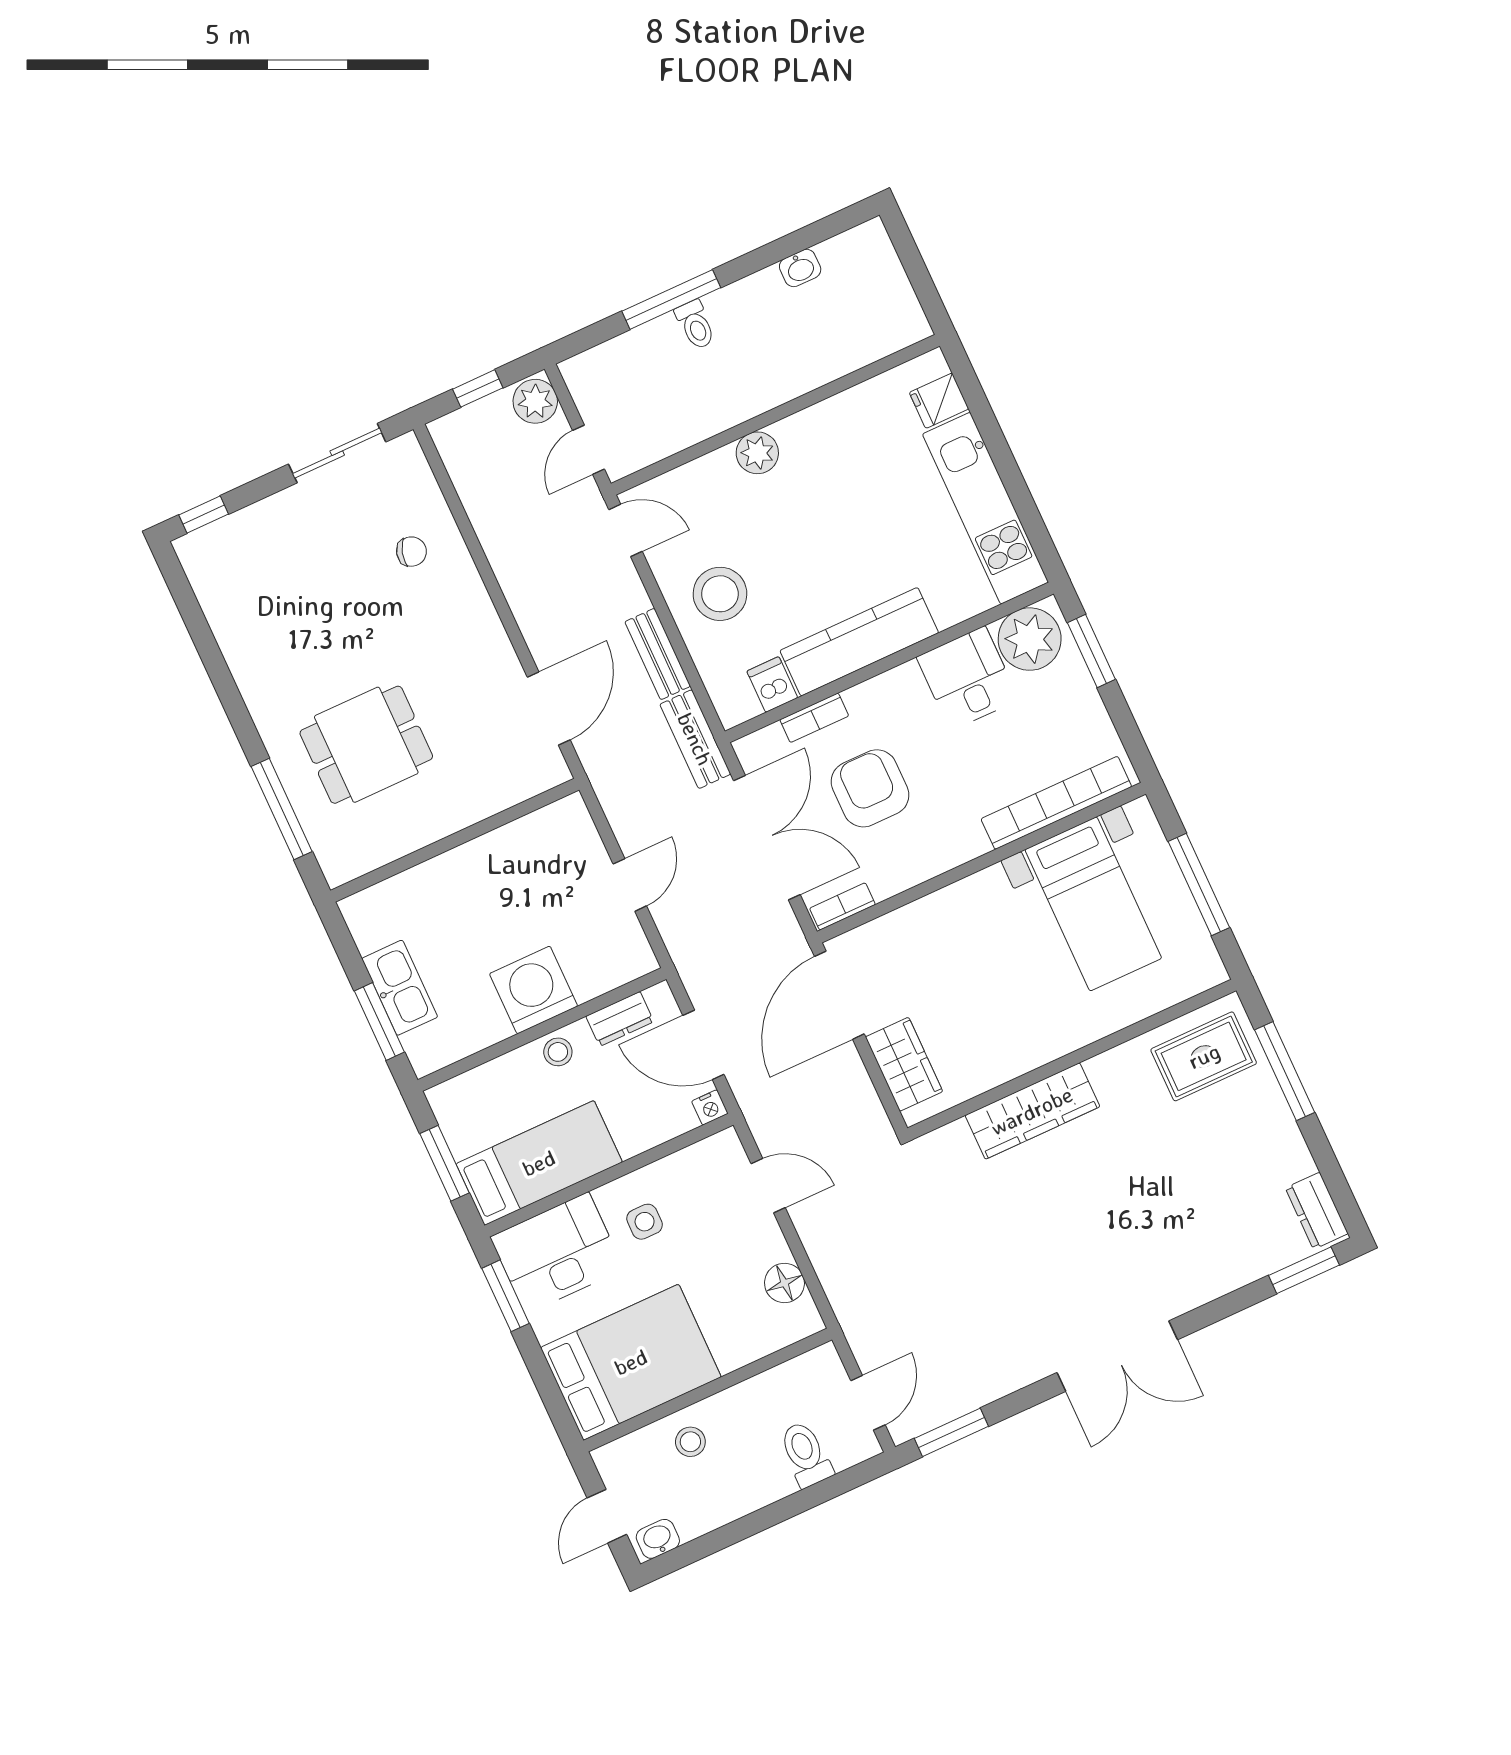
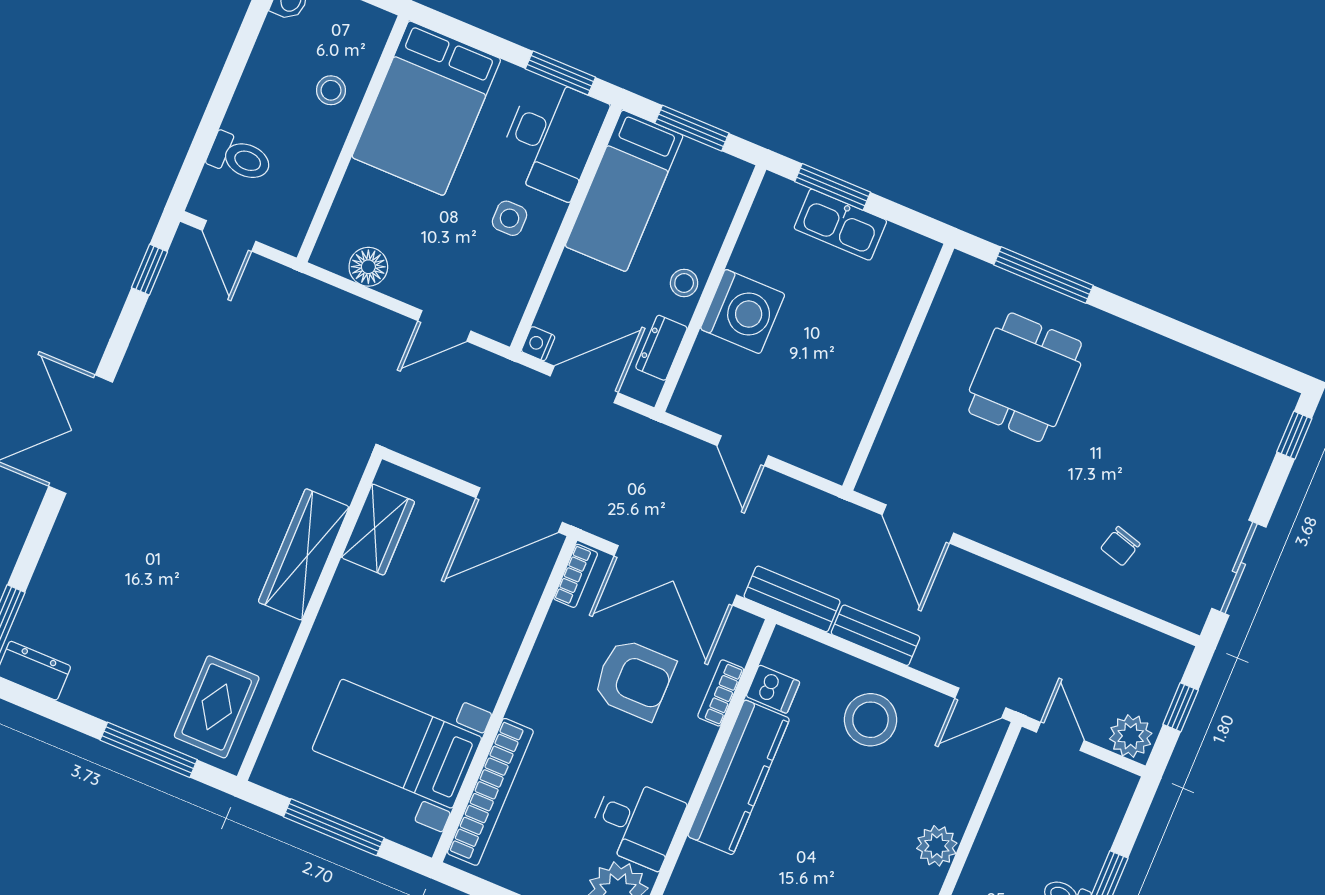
door: (839, 995) -> (519, 510), swing flipped
wardrobe: (904, 1064) -> (378, 529), moved, turned -90
window: (951, 1432) -> (149, 270), width x0.67

